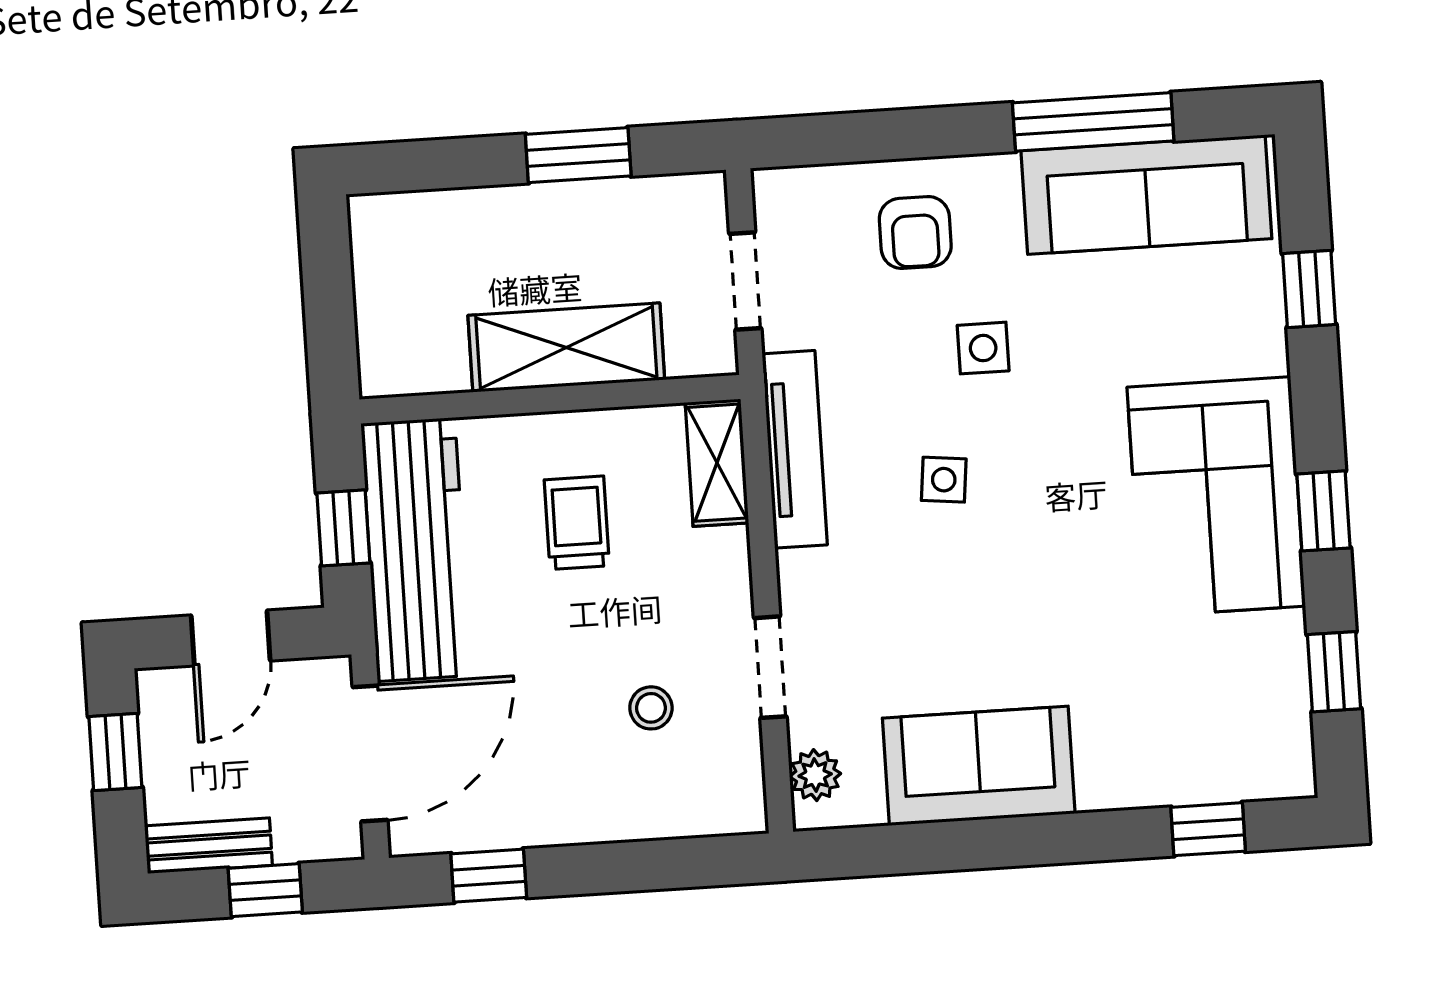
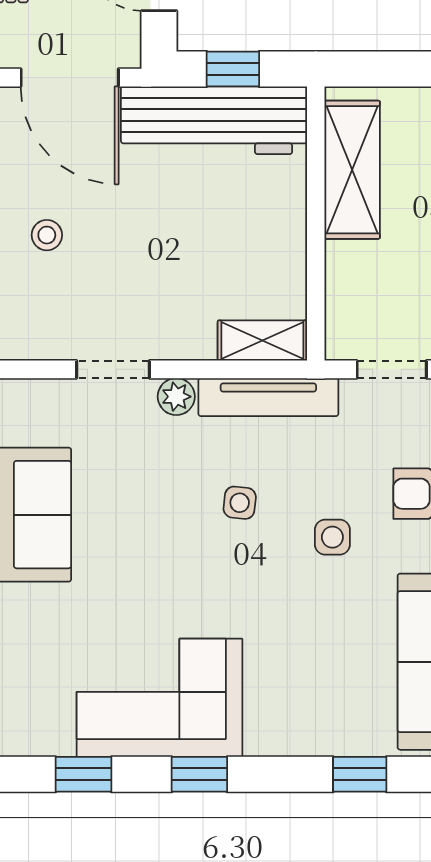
shelving: (566, 348) -> (352, 170), moved
corner sofa: (1216, 497) -> (160, 698), moved
trolley: (577, 523) -> (226, 237), removed
stool: (651, 708) -> (47, 235), moved
plant: (815, 775) -> (176, 397), moved

